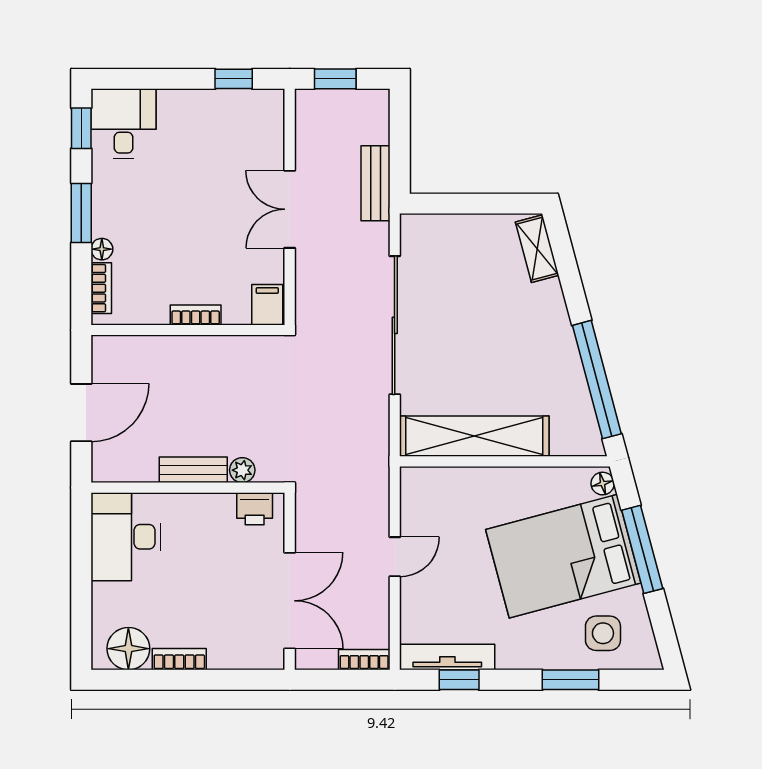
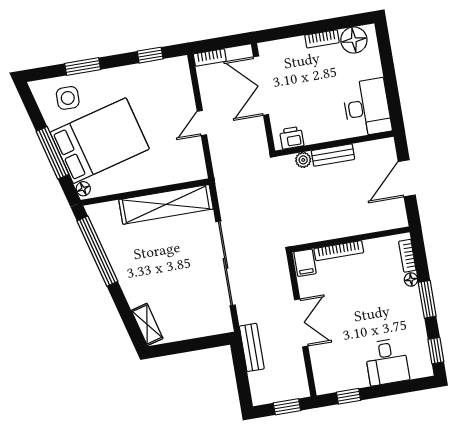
desk: (124, 124) -> (387, 362), moved
bookcase: (196, 315) -> (339, 251), width x1.56
tv unit: (447, 657) -> (160, 68), removed

